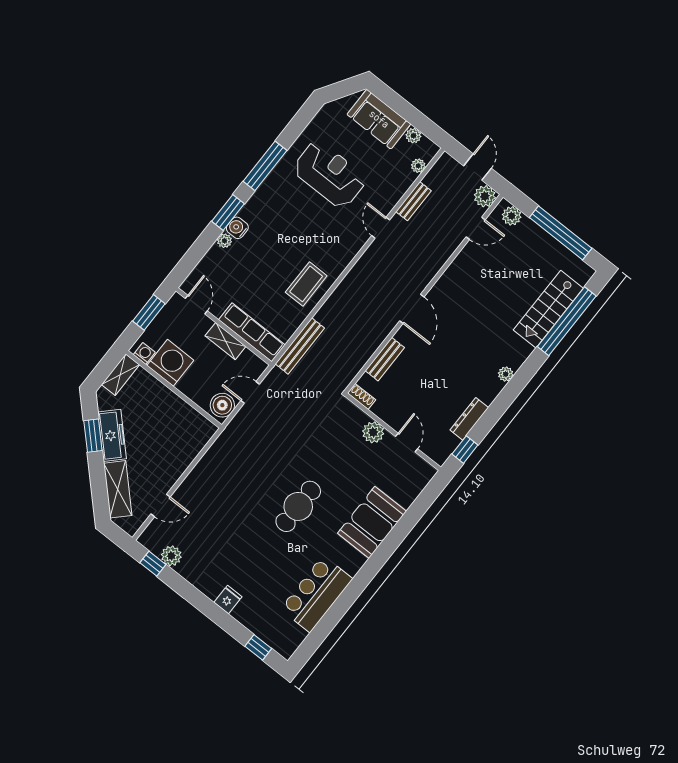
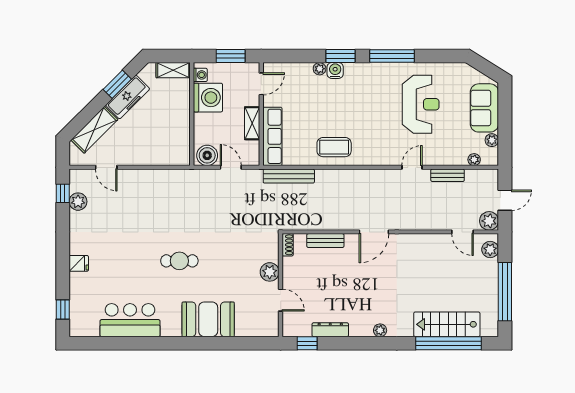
door: (407, 443) -> (281, 300), hinge flipped
cafe table: (298, 506) -> (179, 261), width x0.73, depth x0.74

